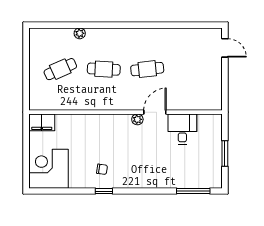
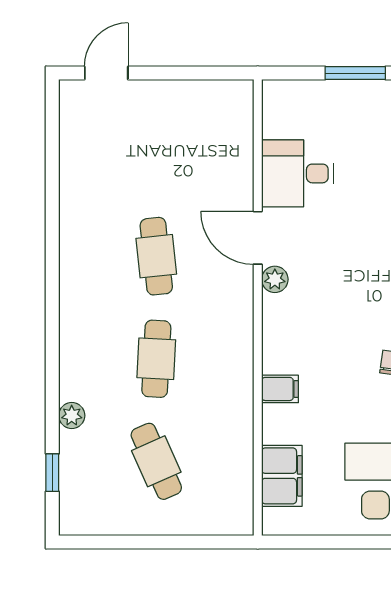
window: (56, 25) -> (52, 473), added
filing cabinet: (42, 122) -> (282, 476), moved
filing cabinet: (91, 122) -> (280, 389), added

